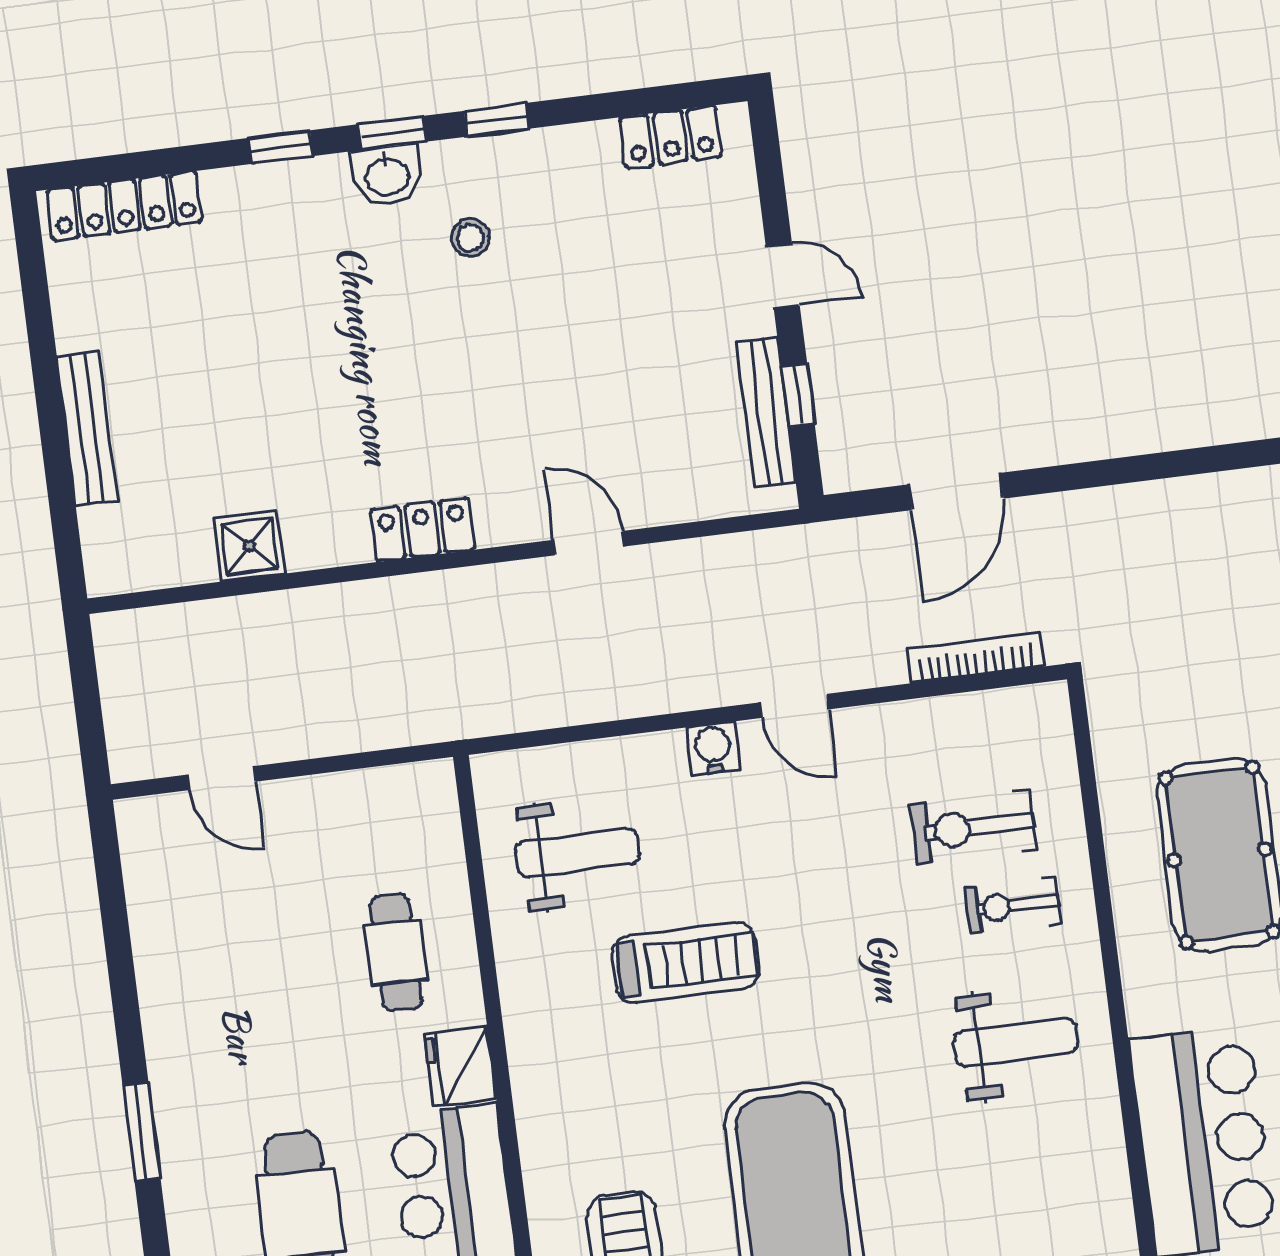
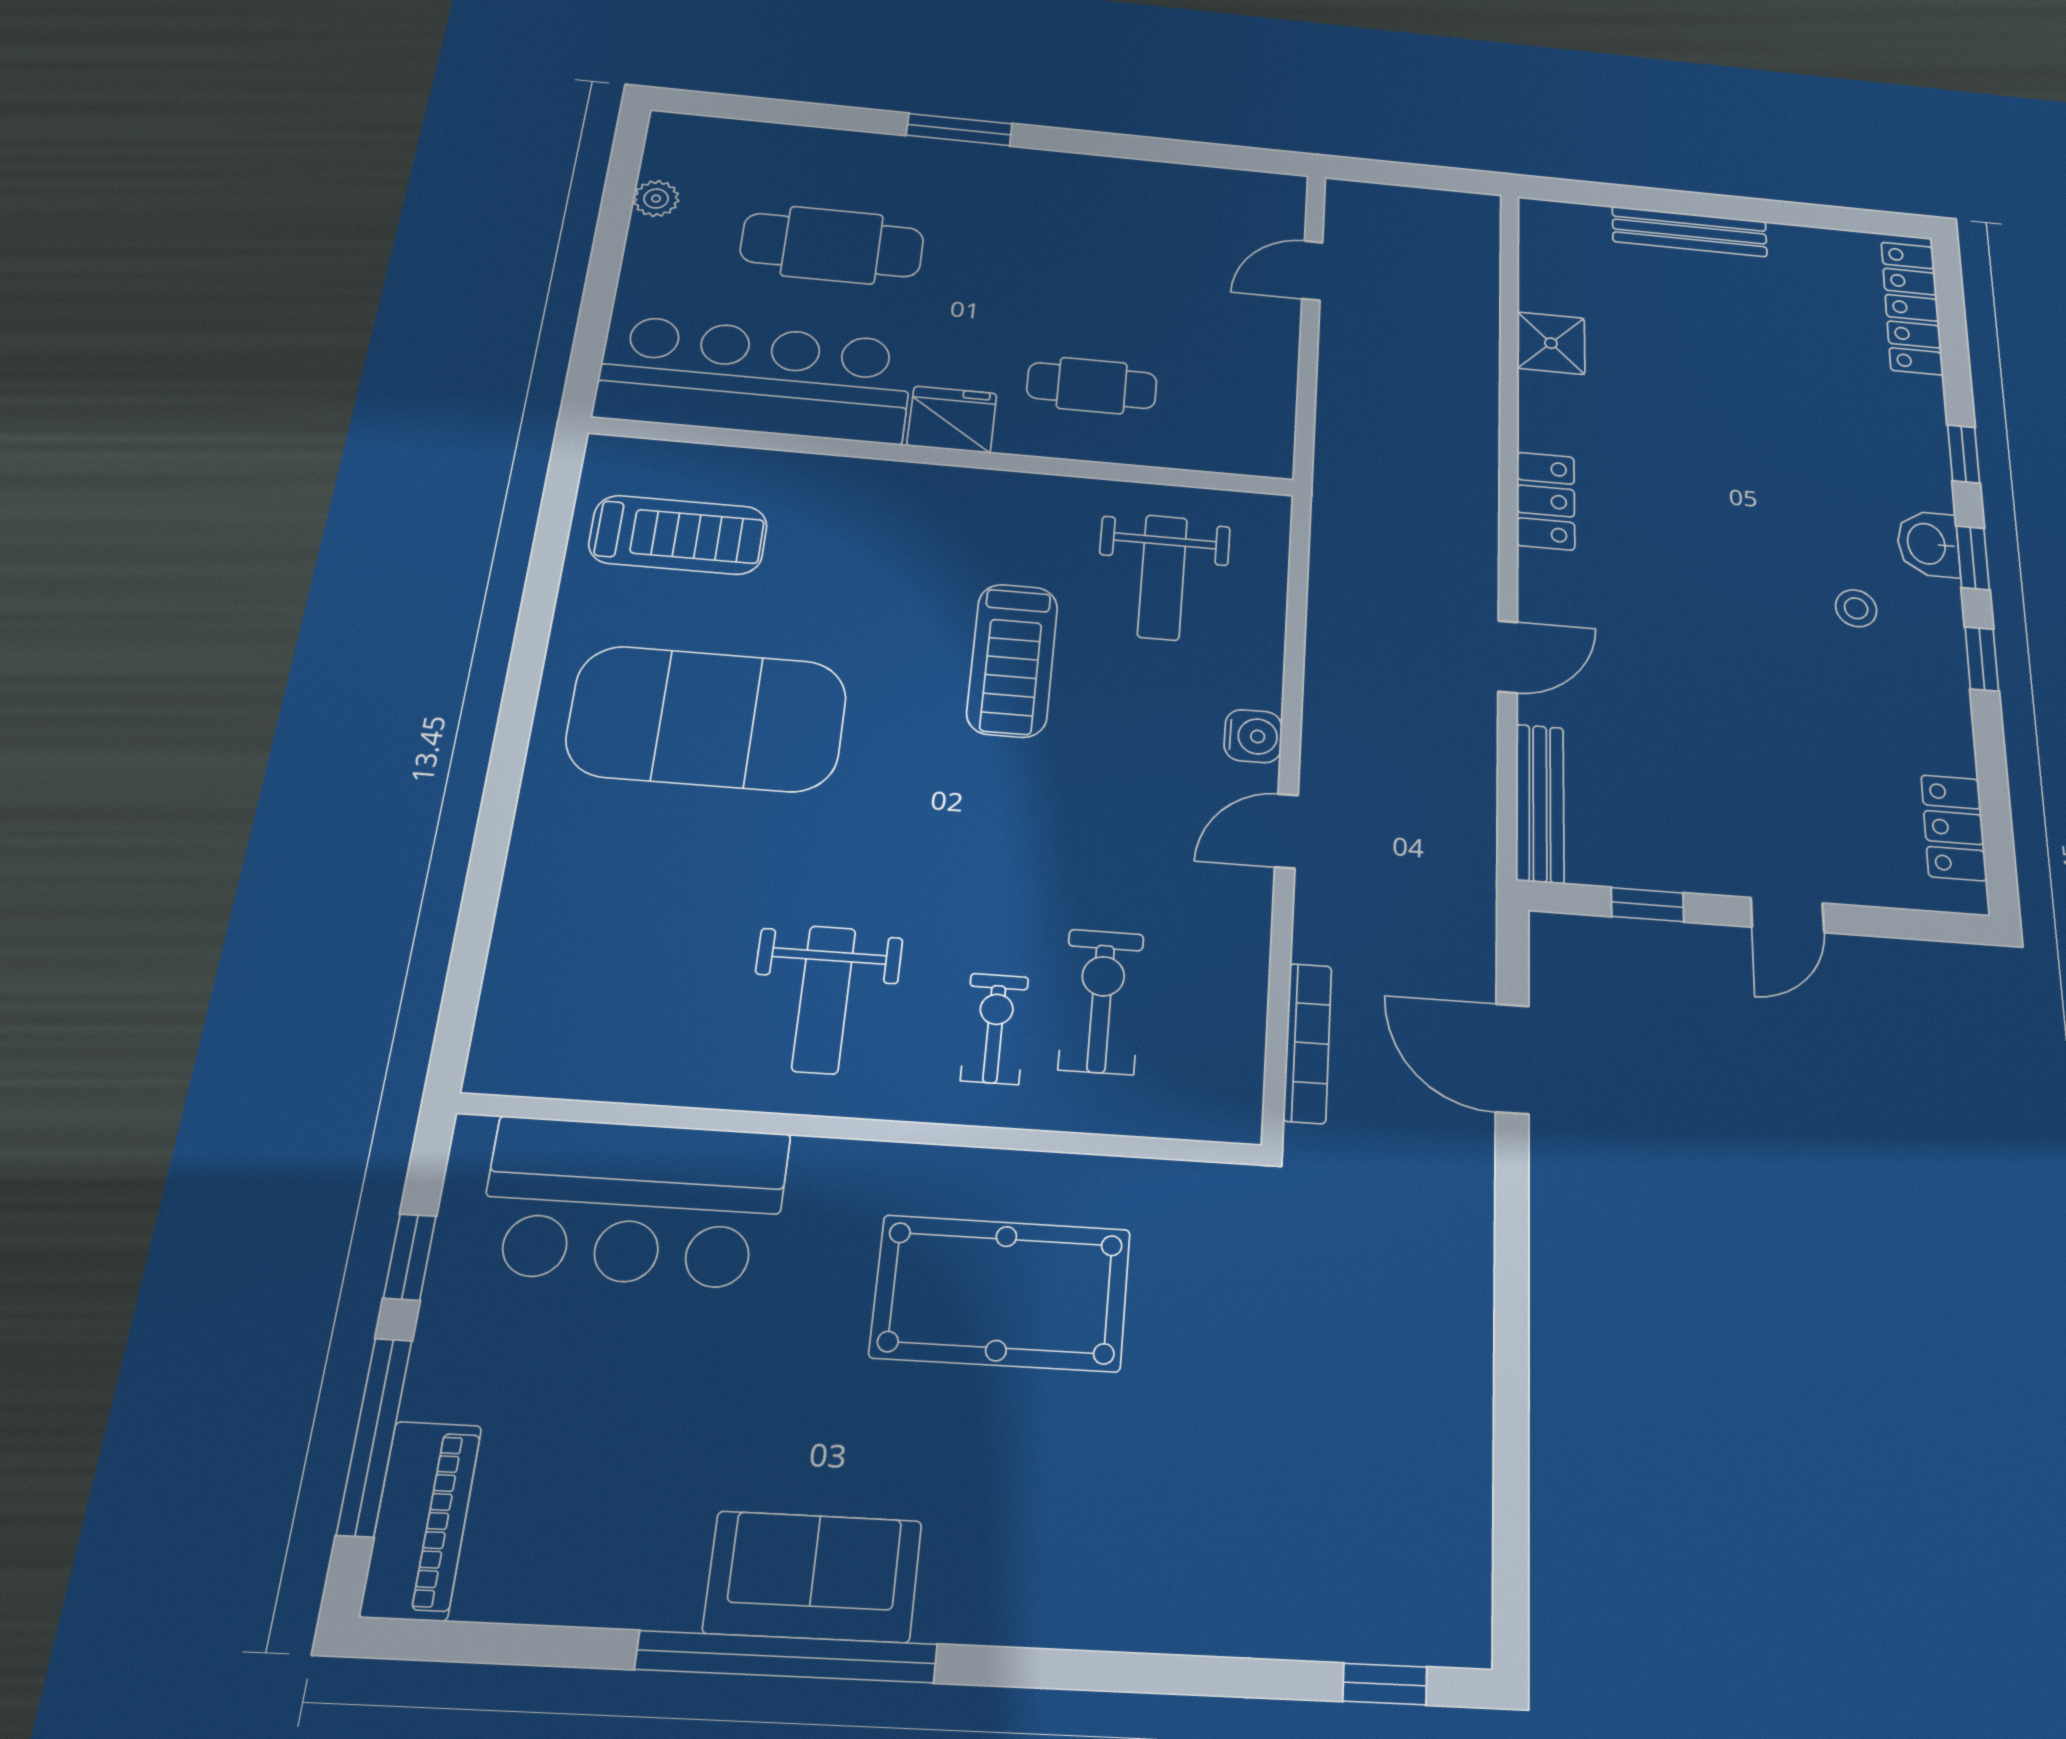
bench: (766, 412) -> (1540, 803), moved, turned 90

